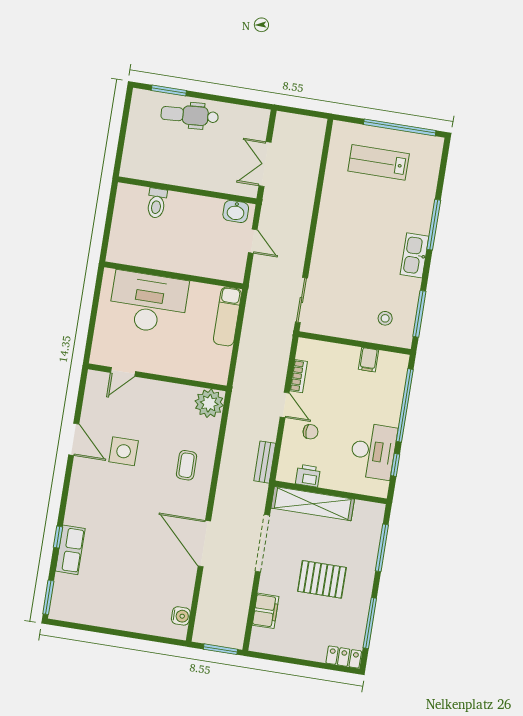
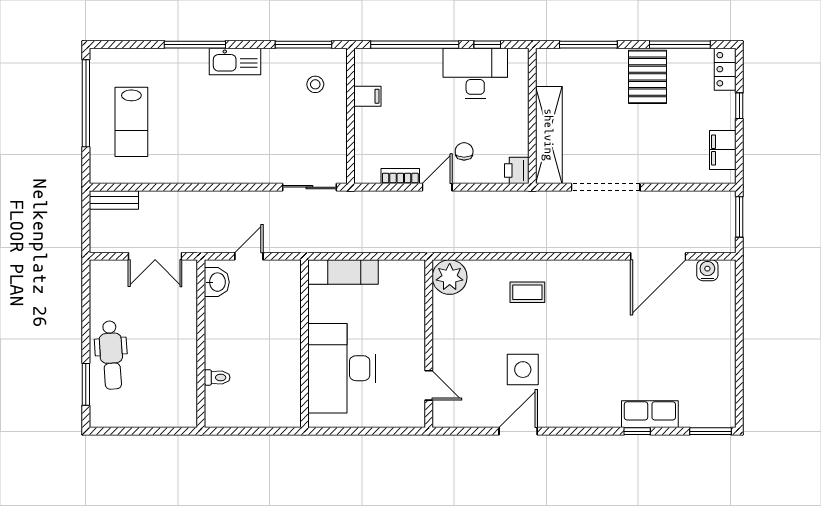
toilet: (157, 203) -> (217, 377), width x0.73, depth x0.72
bench: (265, 462) -> (114, 200), moved
printer: (308, 476) -> (517, 170), moved
door: (204, 544) -> (658, 256), moved
pallet: (322, 579) -> (648, 77), moved
filing cabinet: (266, 611) -> (723, 150), moved, turned -90
window: (312, 664) -> (739, 106), added

